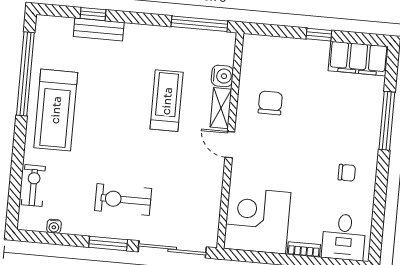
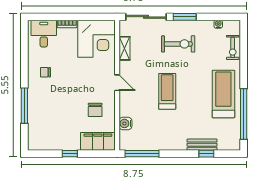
filing cabinet: (358, 59) -> (98, 141), moved
treadmill: (167, 101) -> (167, 91), moved, turned 180
shelving: (221, 108) -> (125, 48), moved

